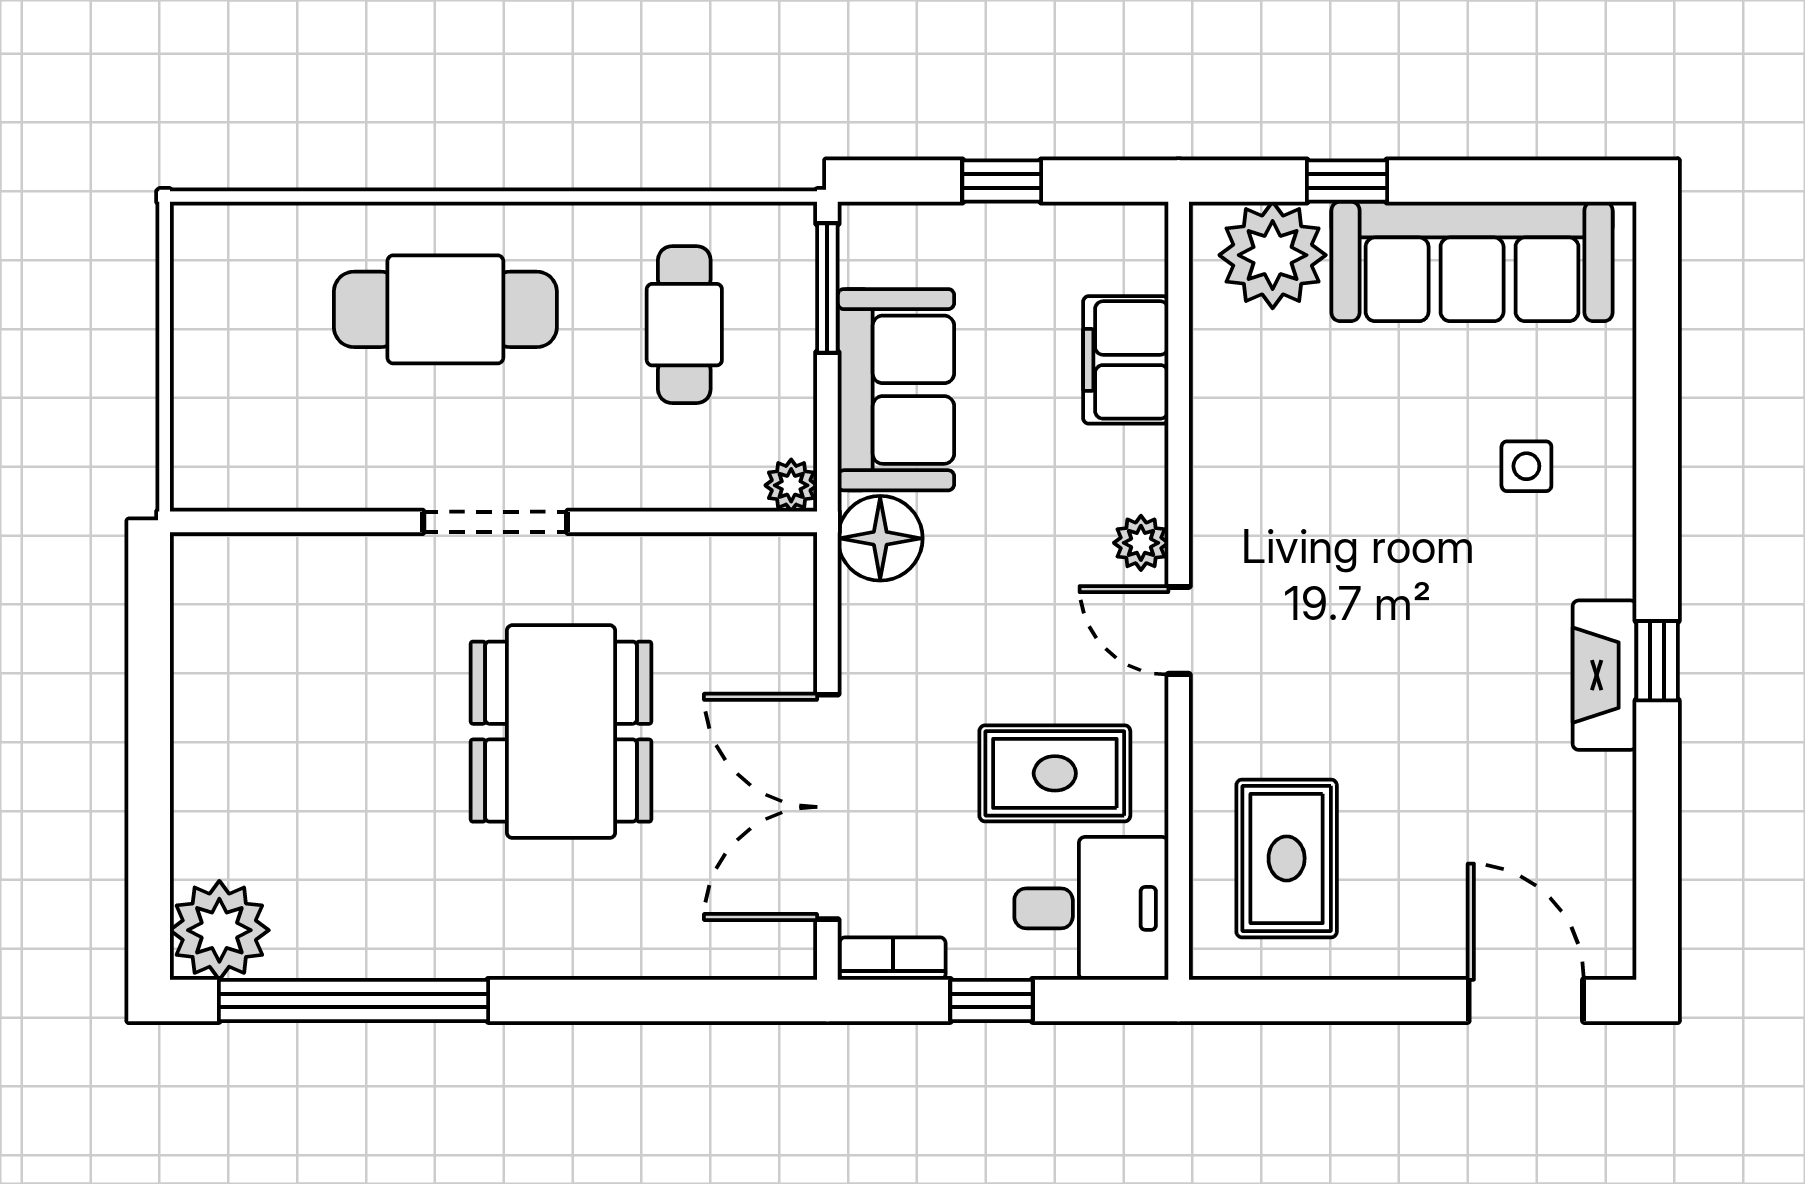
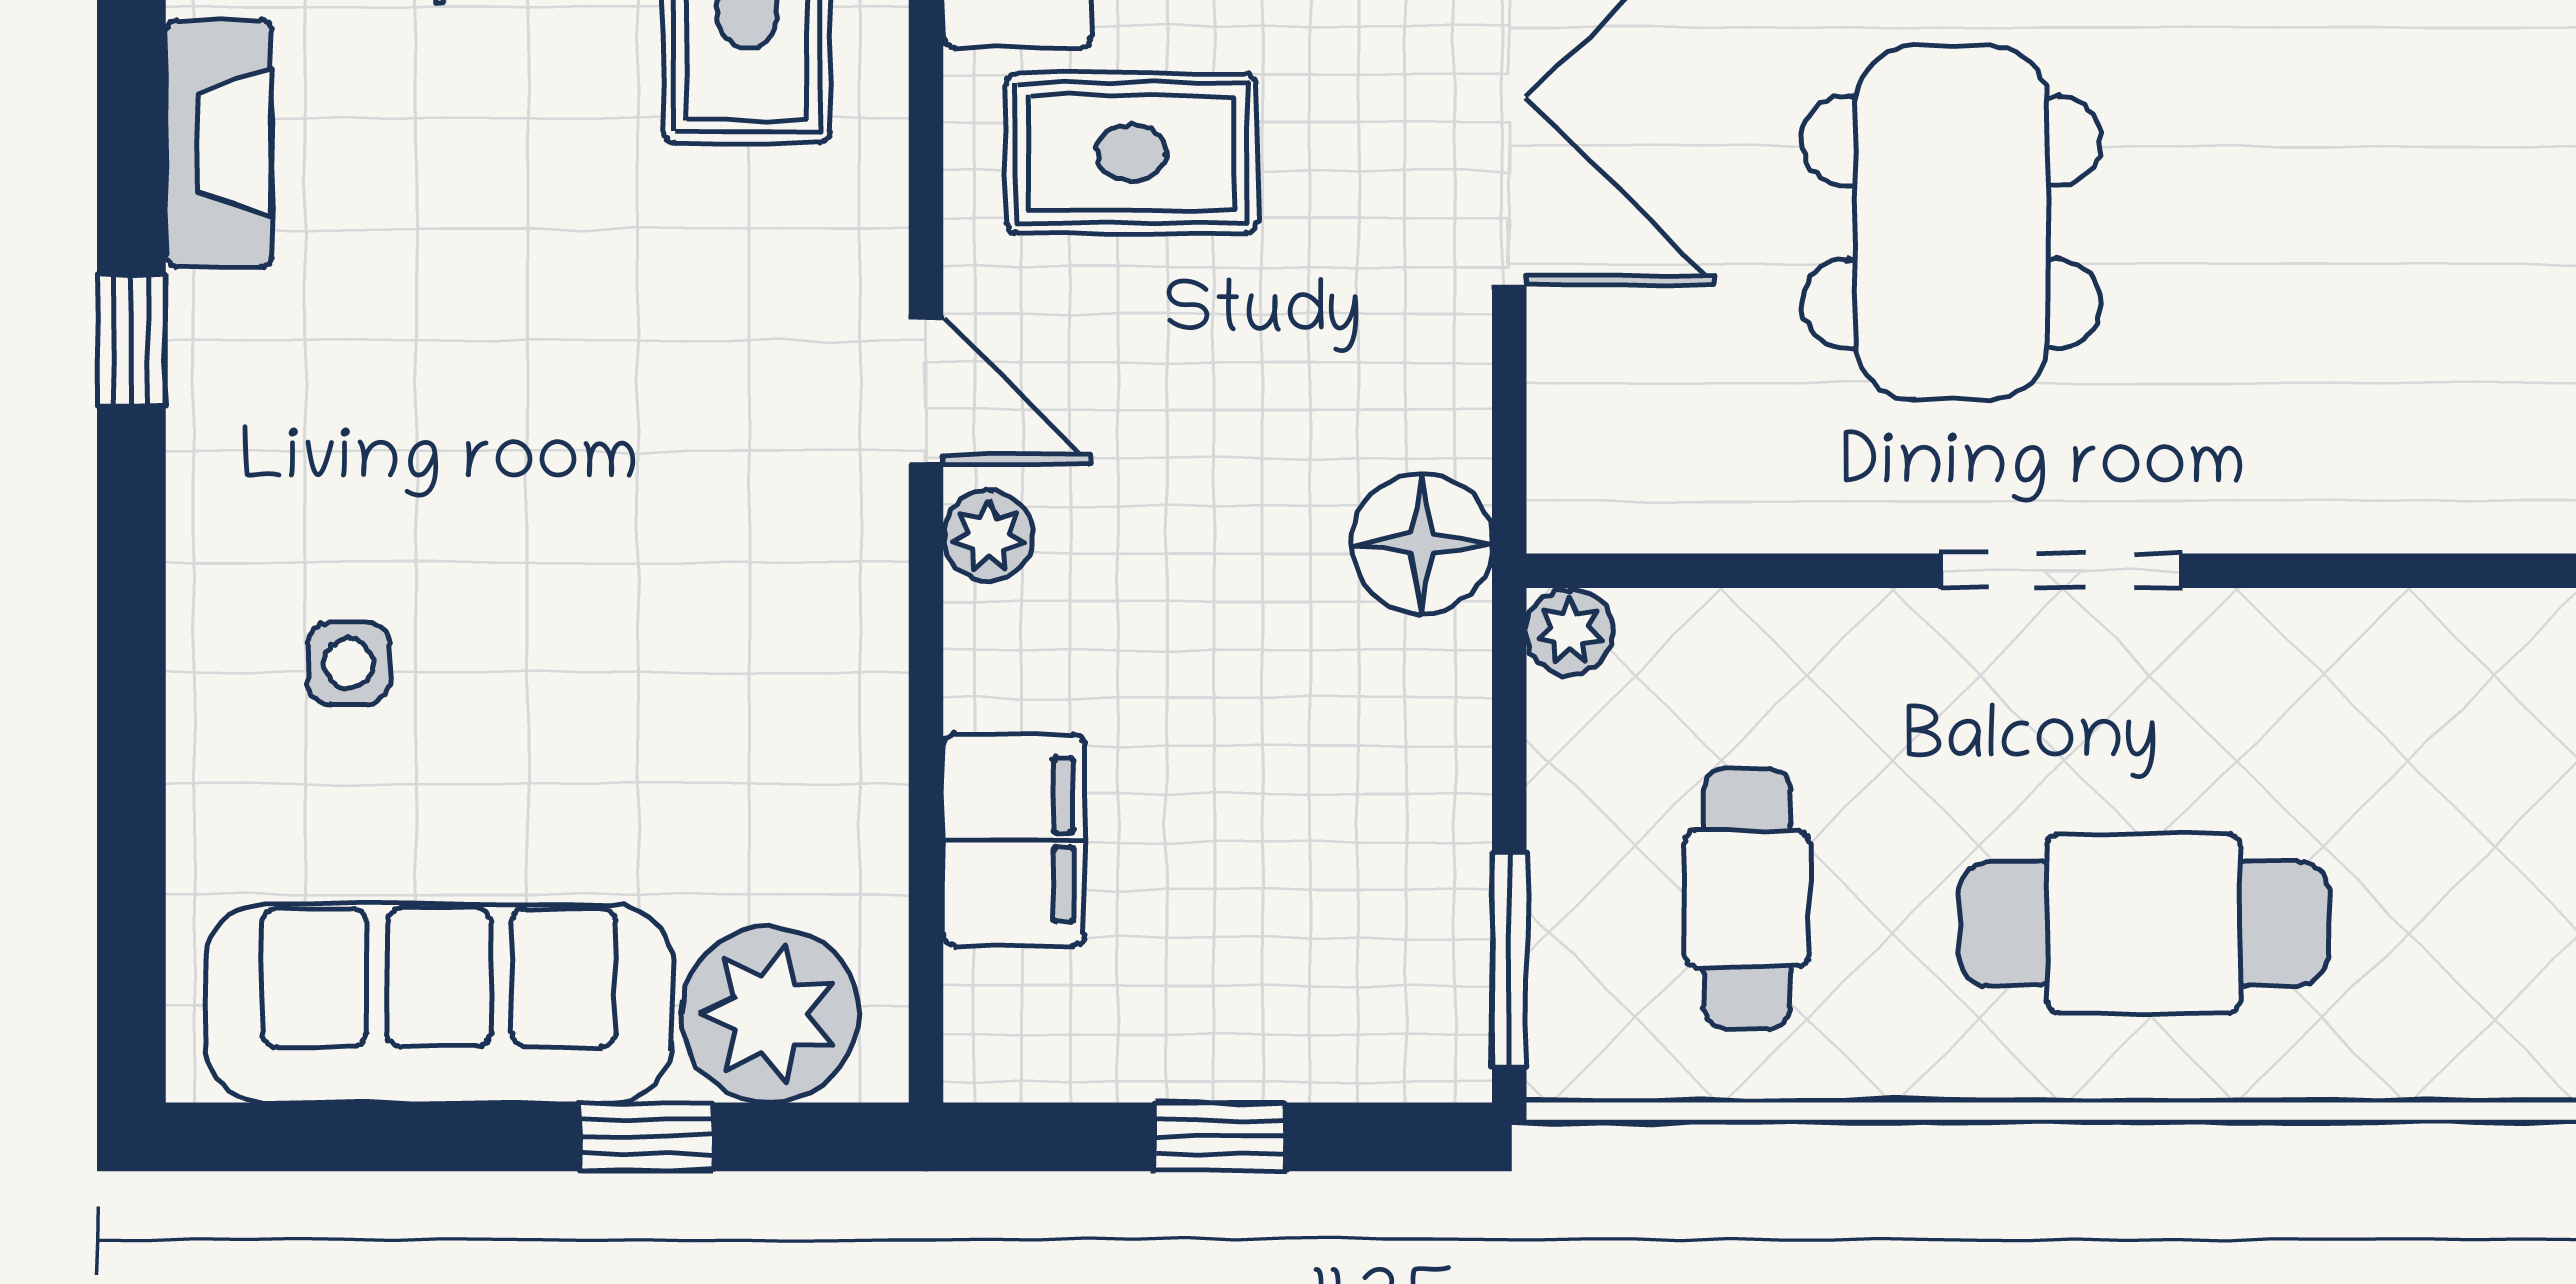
sofa: (896, 390) -> (1395, 790), removed
fireplace: (1605, 675) -> (219, 143), moved

